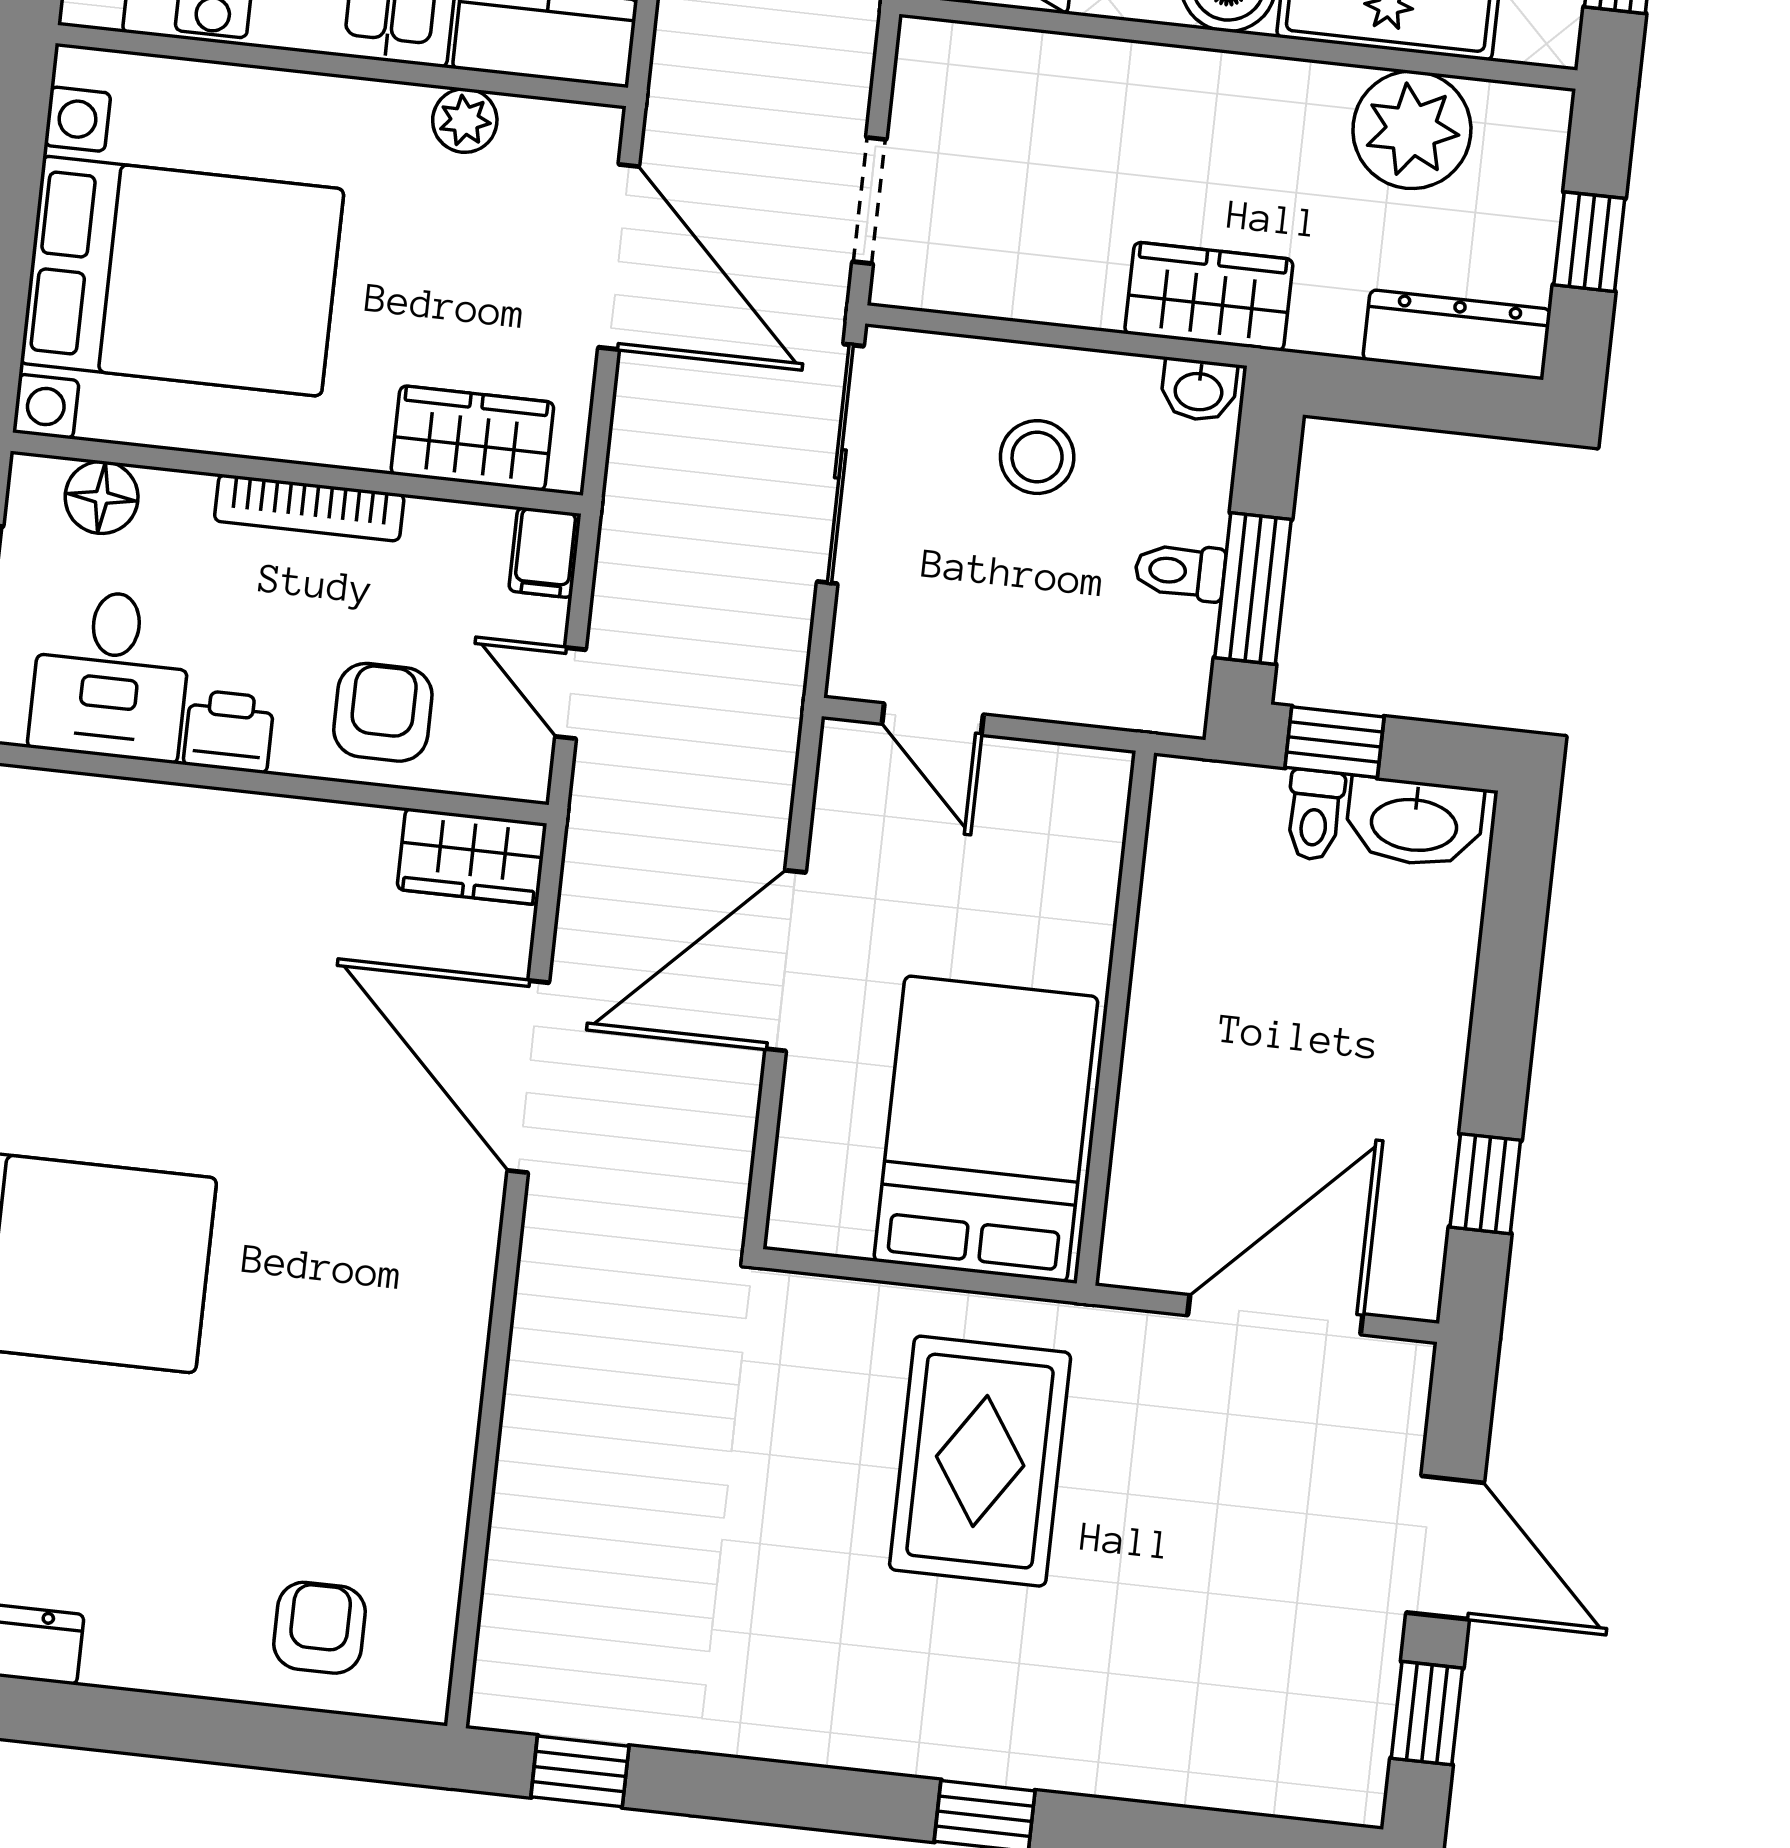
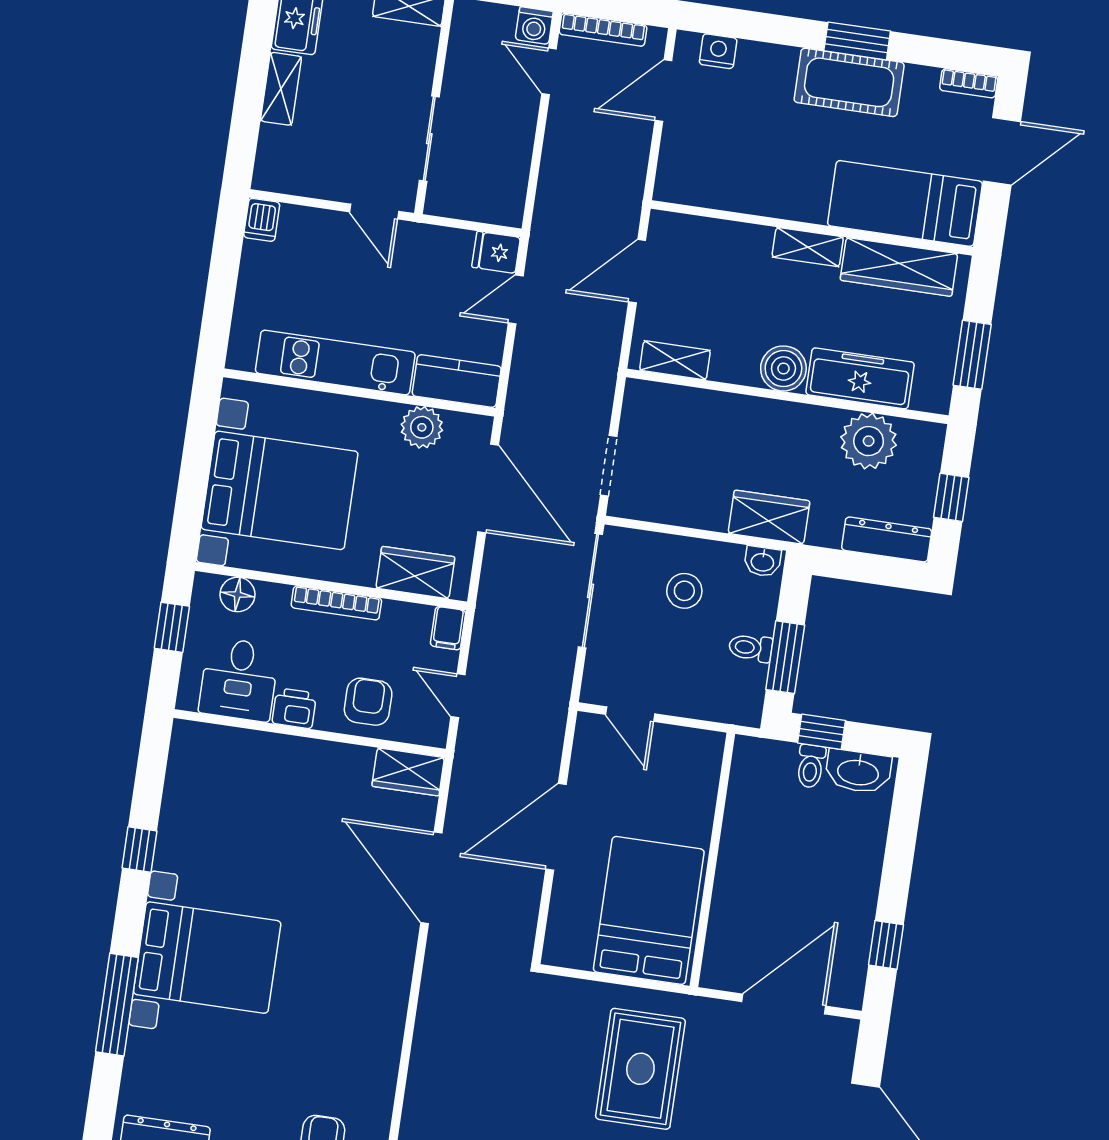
plant: (465, 120) -> (422, 427), width x1.38, depth x1.38

